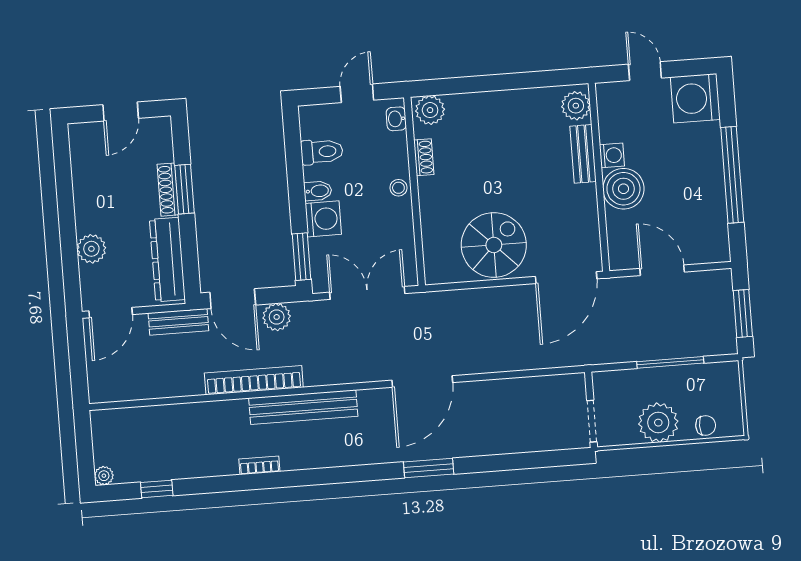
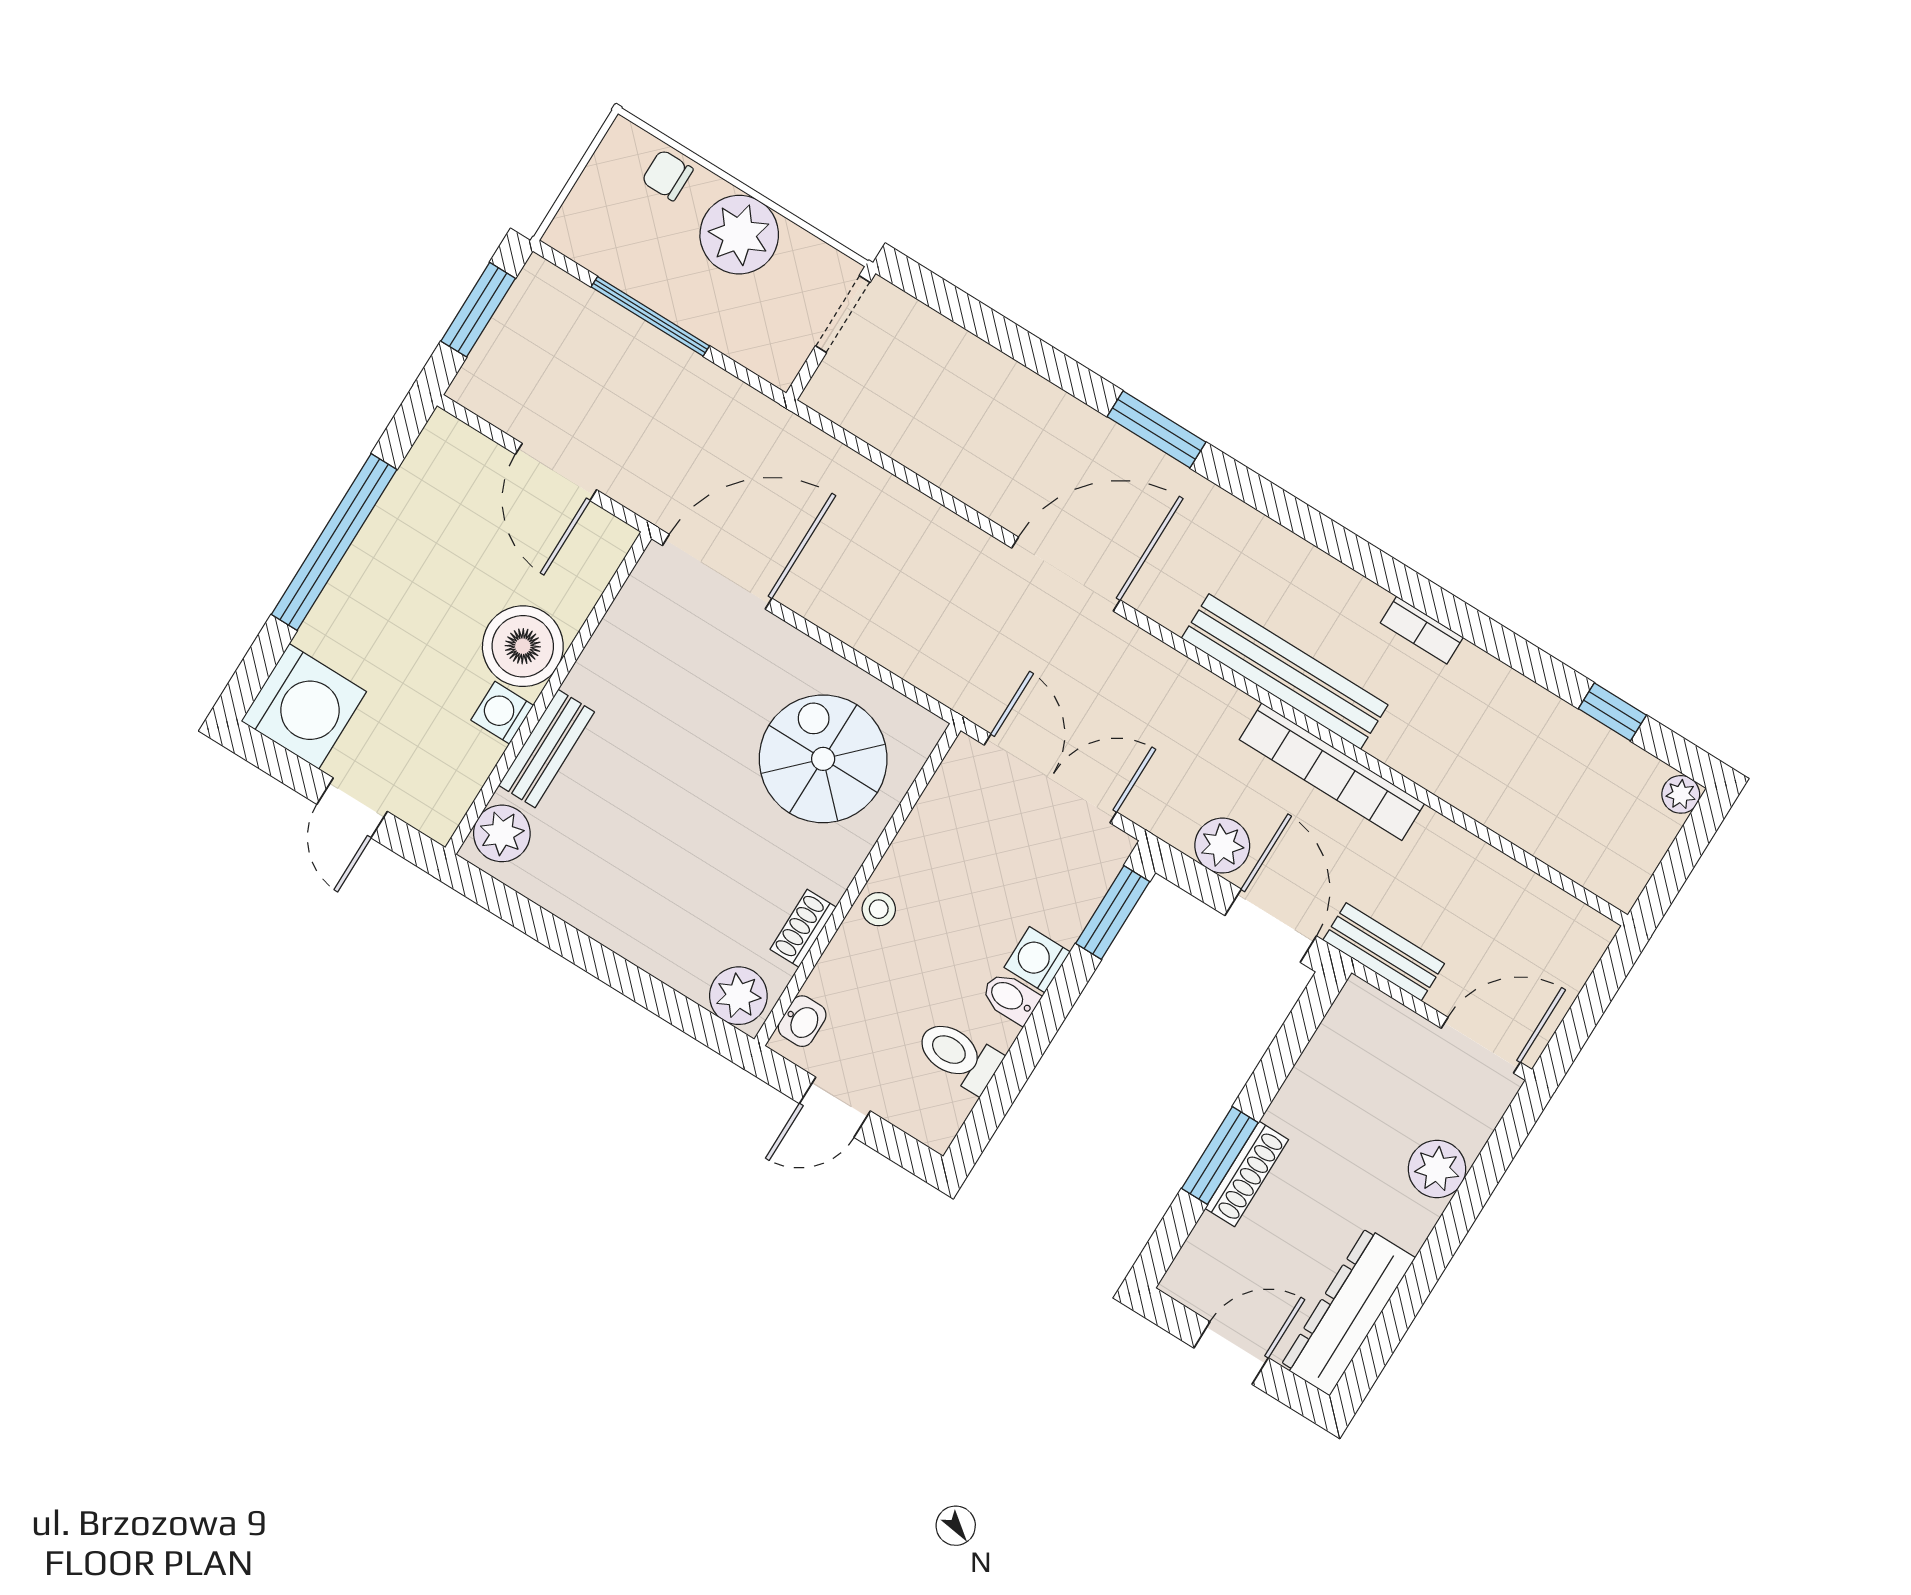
washing machine: (323, 219) -> (1037, 960), width x0.73, depth x0.73
spiral stairs: (494, 245) -> (823, 759), moved, turned 90
dresser: (167, 259) -> (1348, 1312), moved, turned 180
double door: (367, 293) -> (1050, 778), swing flipped

